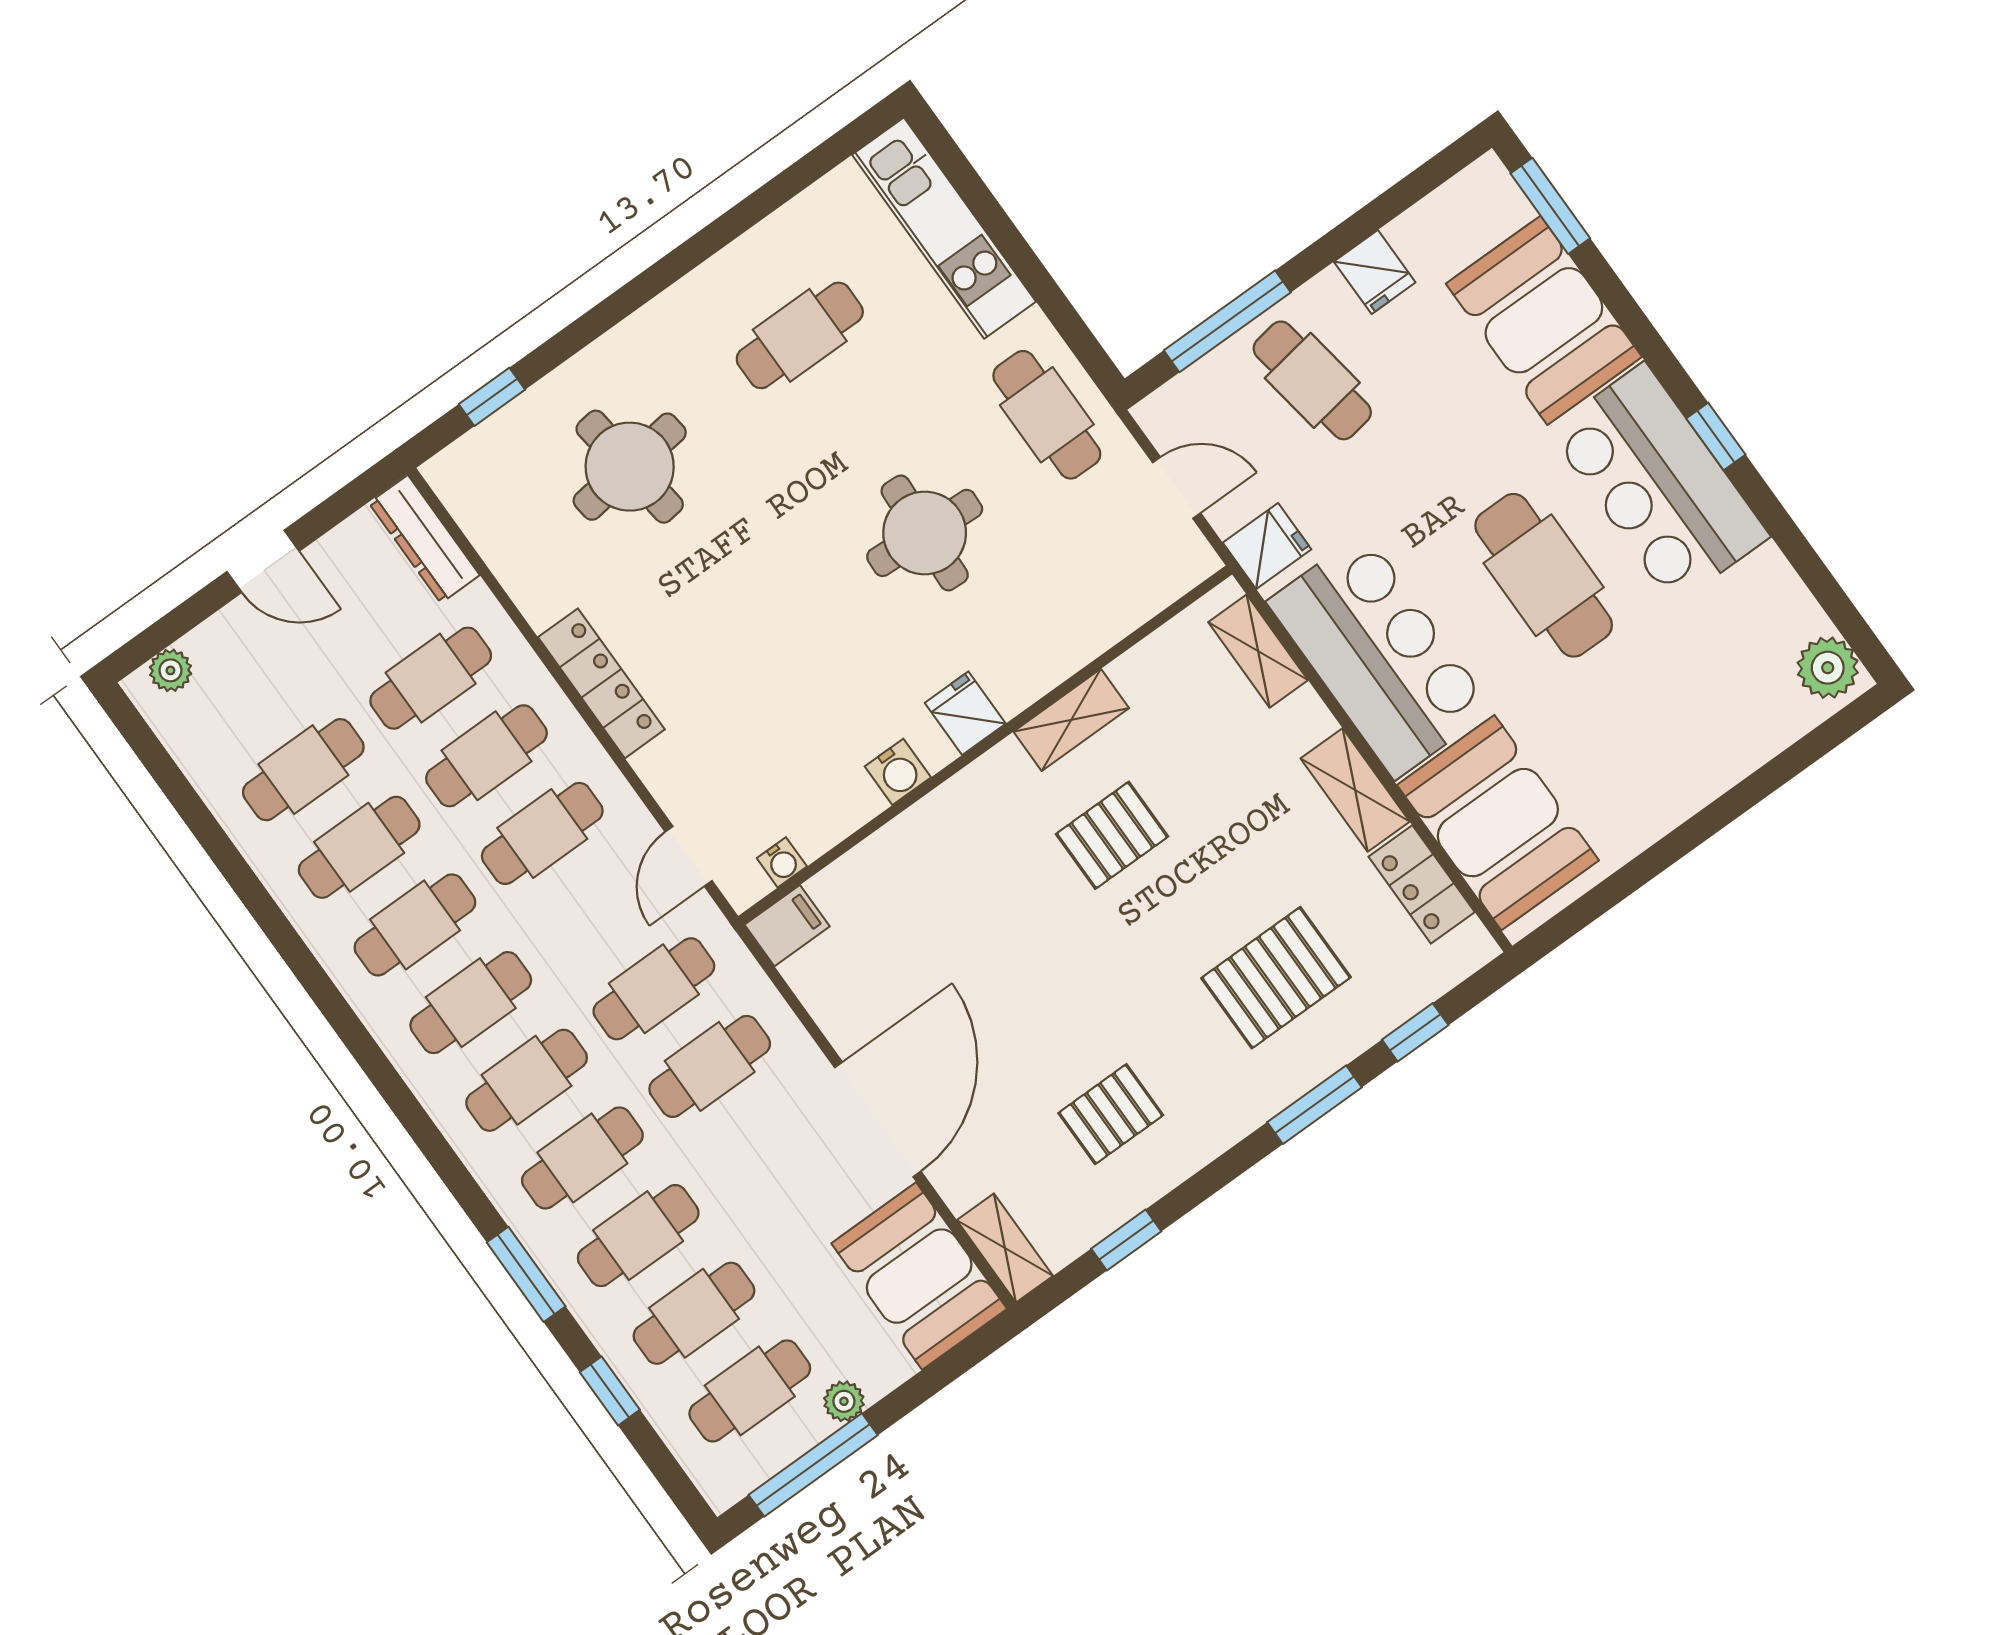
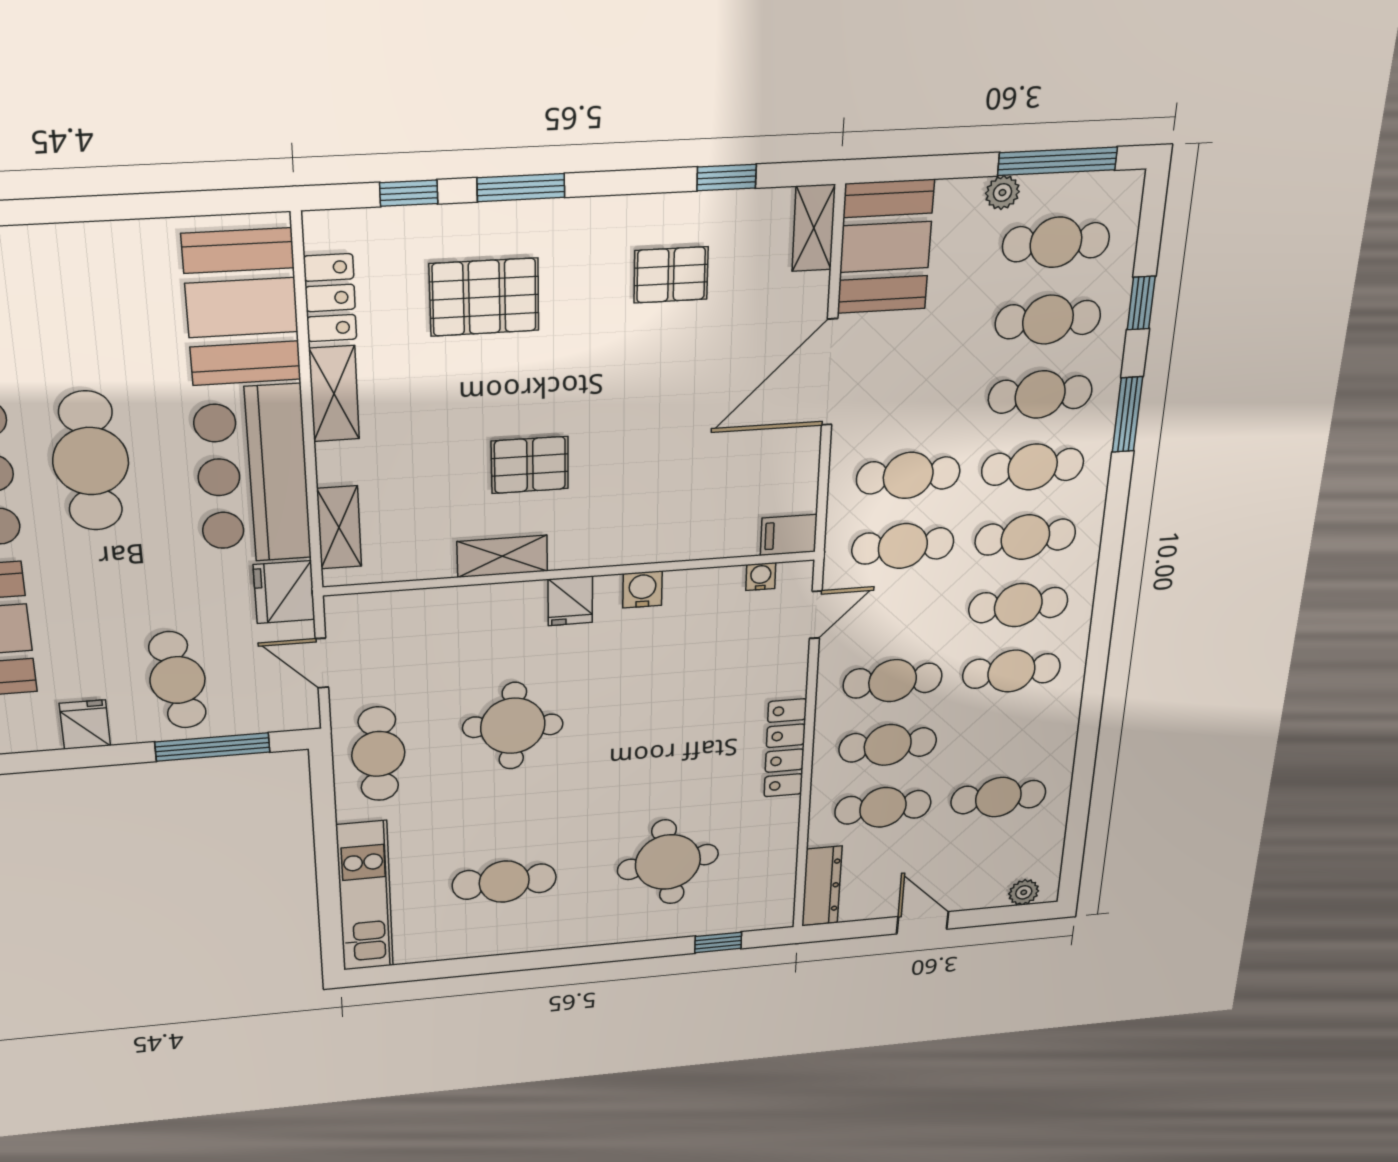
fridge: (1267, 546) -> (284, 592), width x1.38
cafe table: (359, 847) -> (1005, 735), removed

